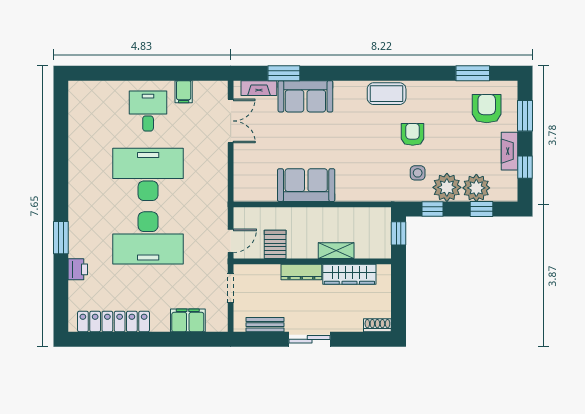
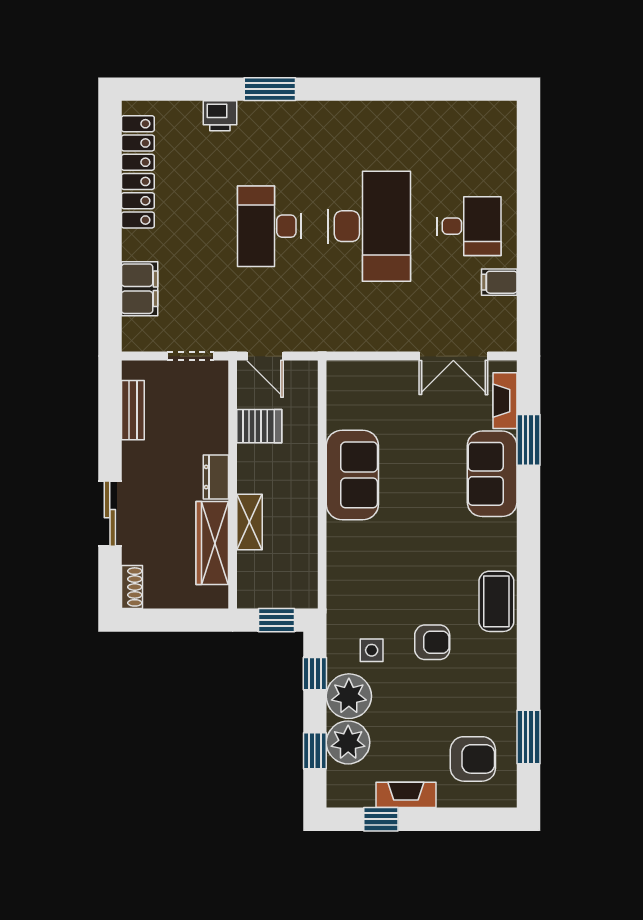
window: (525, 116) -> (461, 819), removed
desk: (148, 238) -> (269, 226), width x0.73, depth x0.77
dresser: (301, 272) -> (216, 477), width x0.70
sliding door: (310, 339) -> (110, 514), moved

